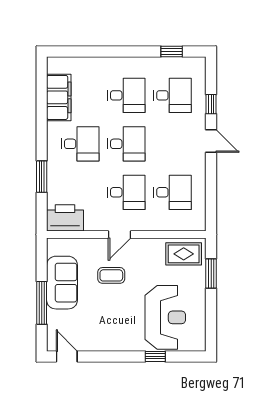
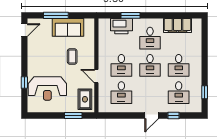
printer: (65, 218) -> (121, 26), moved, turned 90
door: (120, 234) -> (96, 76), moved

